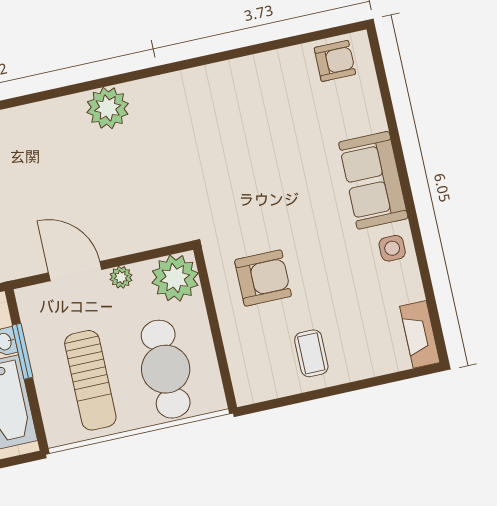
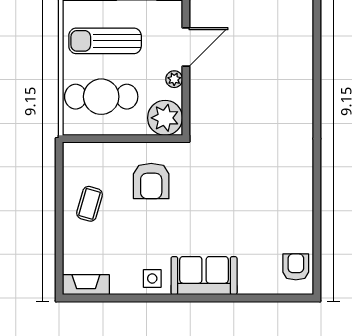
armchair: (335, 61) -> (296, 267), turned 180
plant: (108, 108) -> (298, 96), removed
coffee table: (311, 353) -> (90, 204), turned -74

